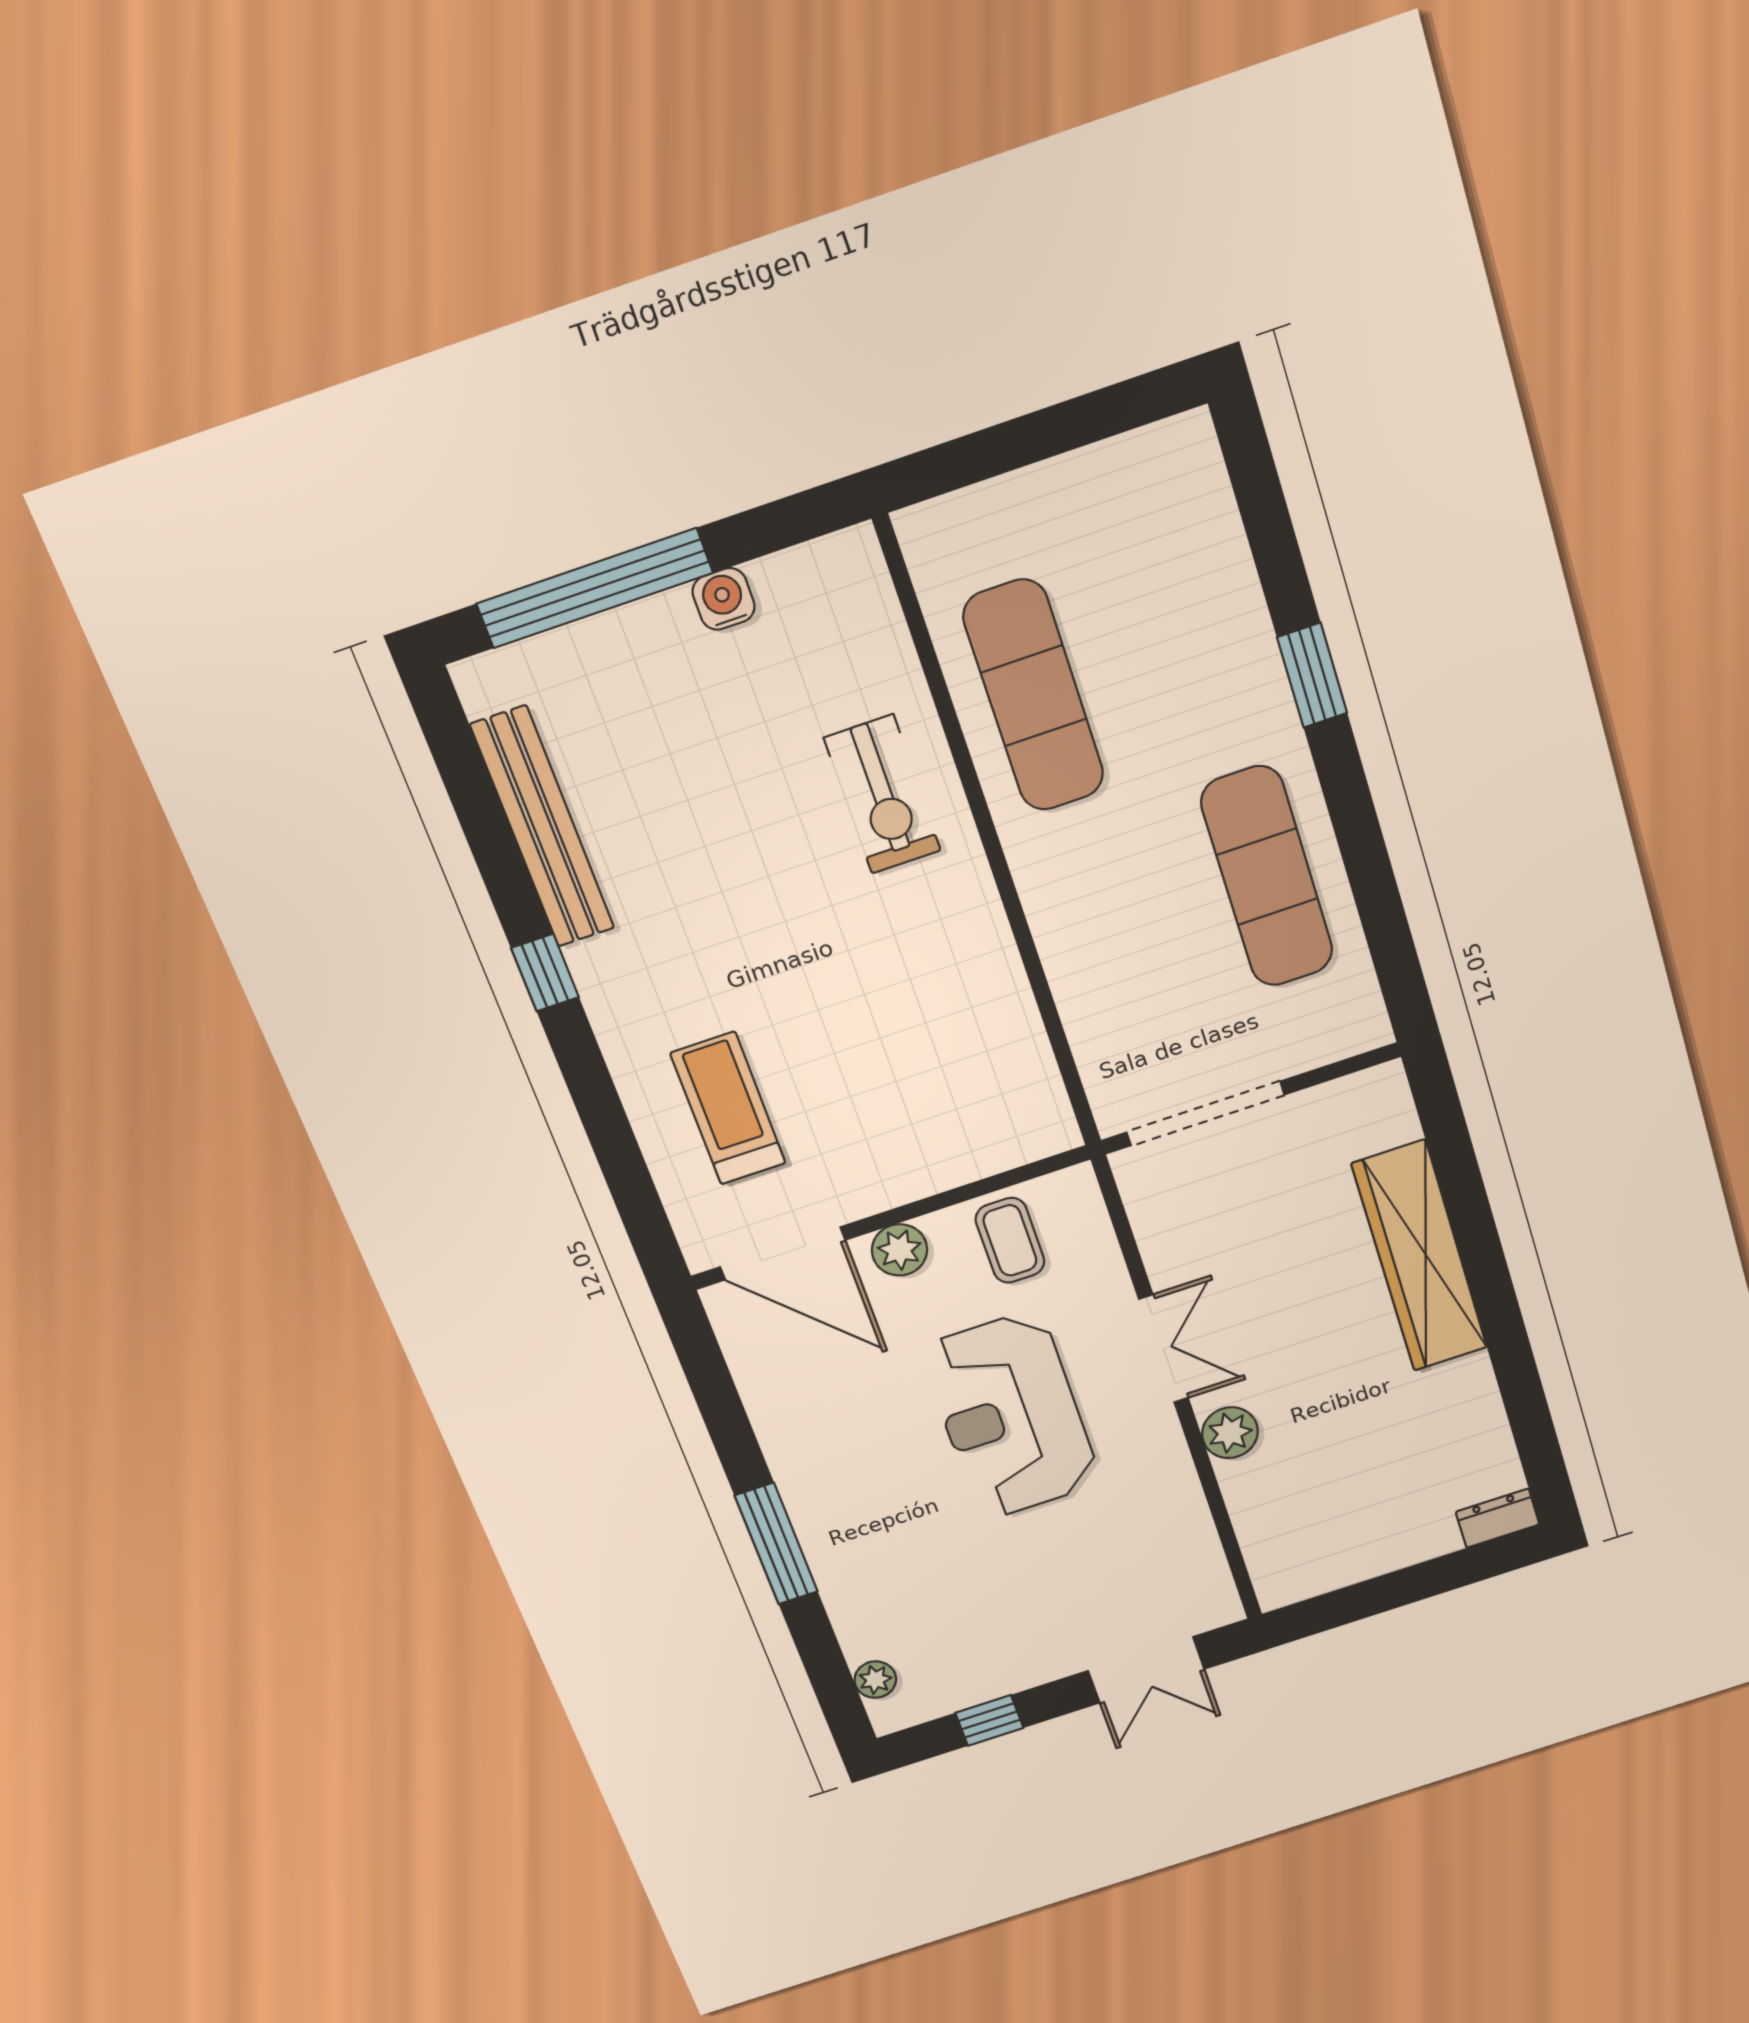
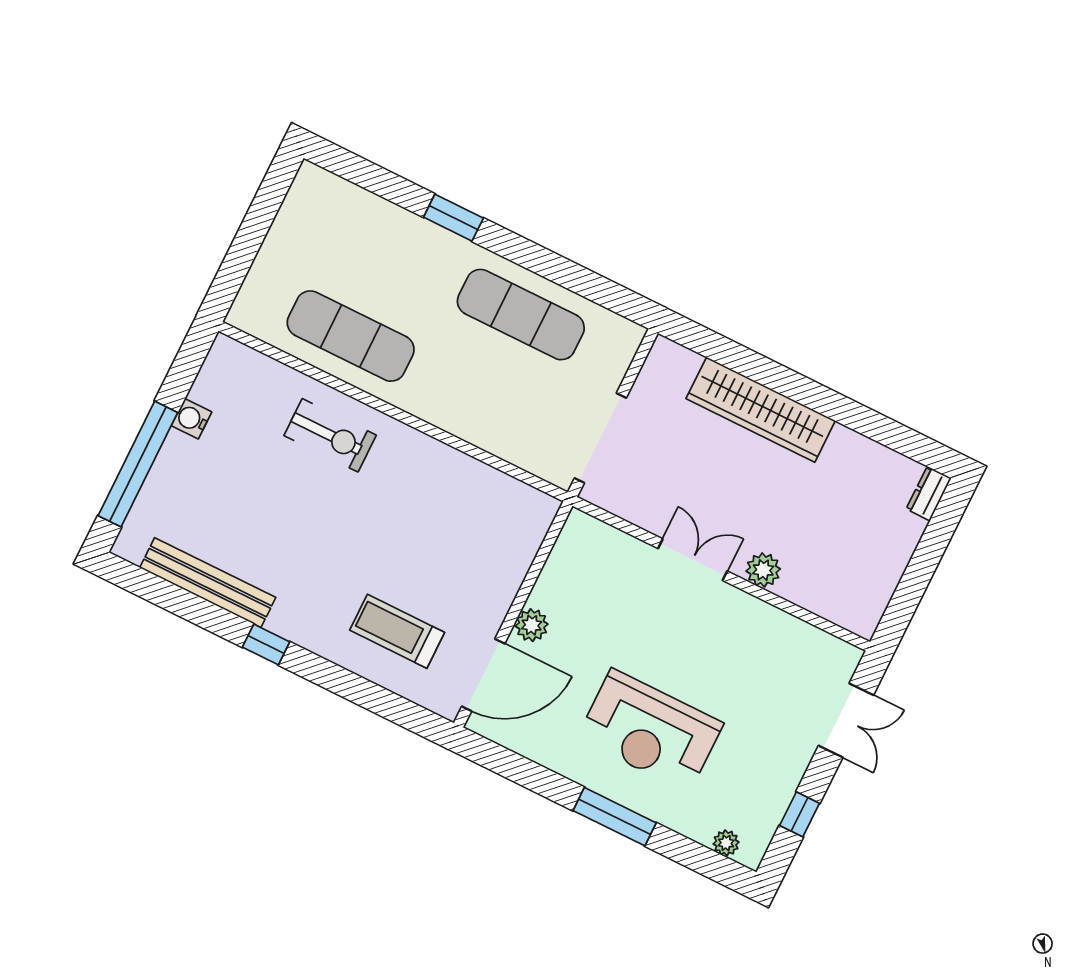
coffee table: (1010, 1240) -> (575, 575), removed
reception desk: (1011, 1416) -> (650, 731), moved

